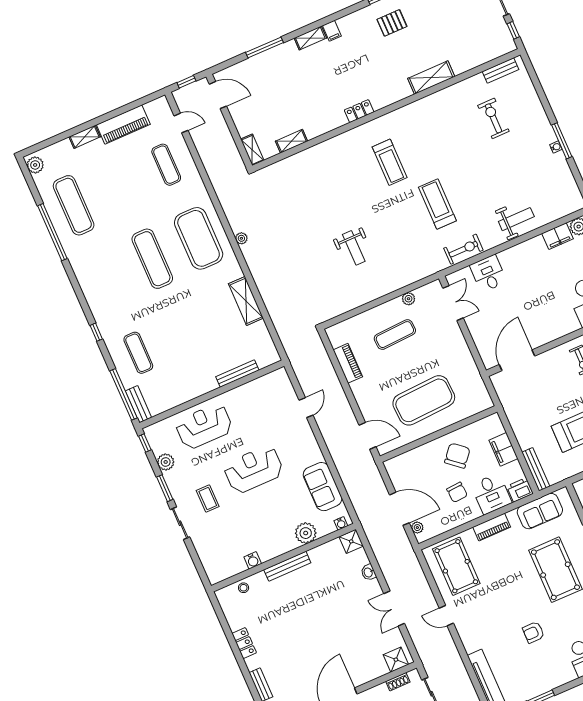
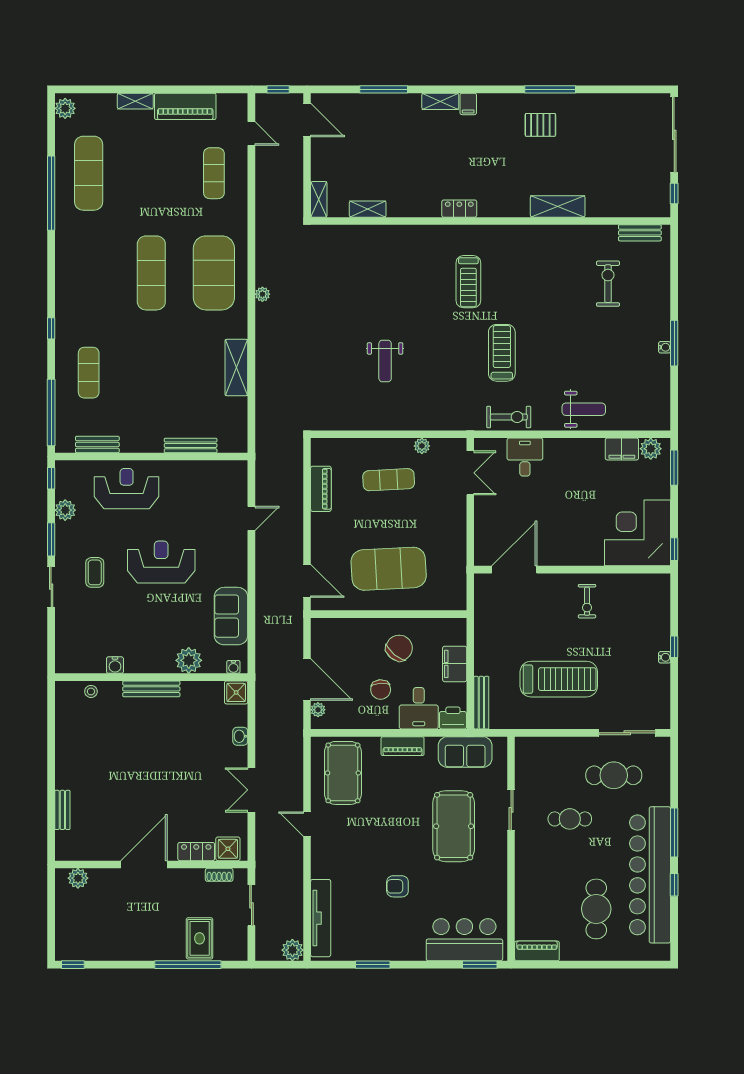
bench: (138, 404) -> (97, 444), moved, turned 90
locker: (244, 643) -> (196, 852), moved, turned -90

